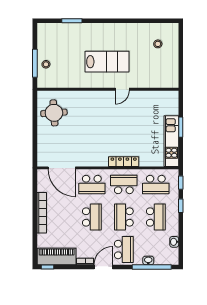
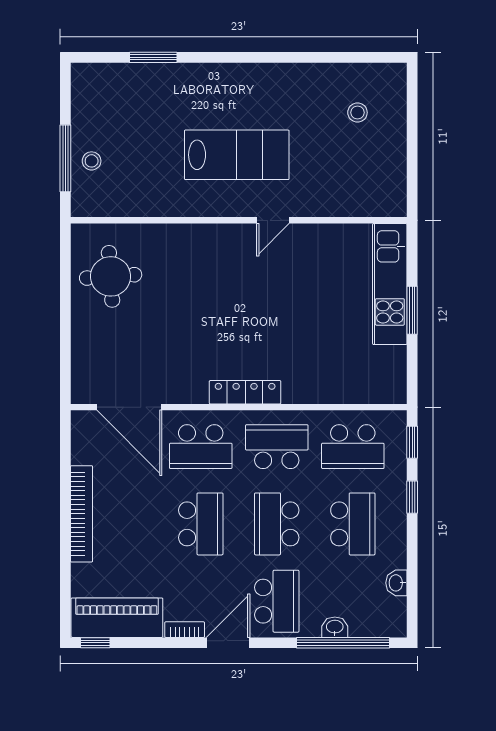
kitchen unit: (171, 141) -> (390, 284), moved
locker: (124, 162) -> (245, 392), moved

